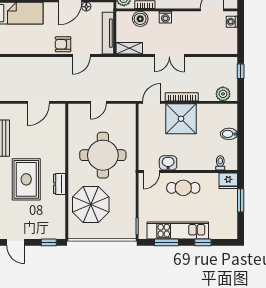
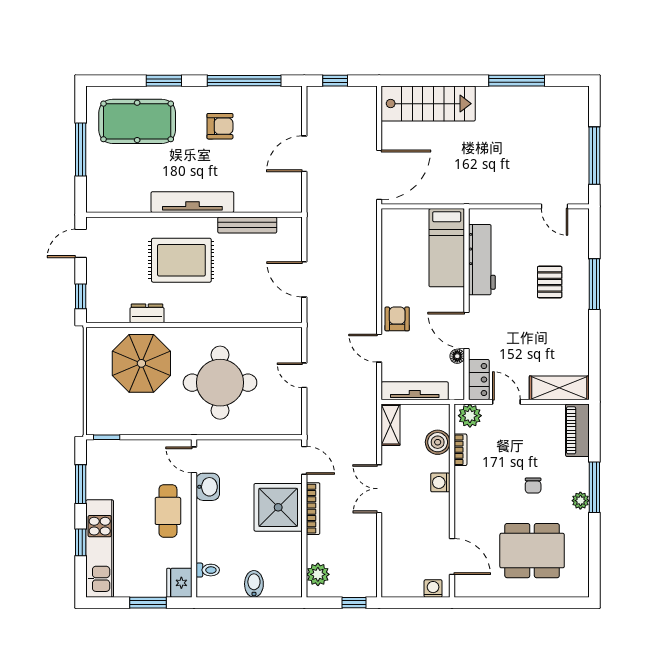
dresser: (59, 184) -> (147, 313), moved
kitchen unit: (178, 231) -> (100, 549), moved

